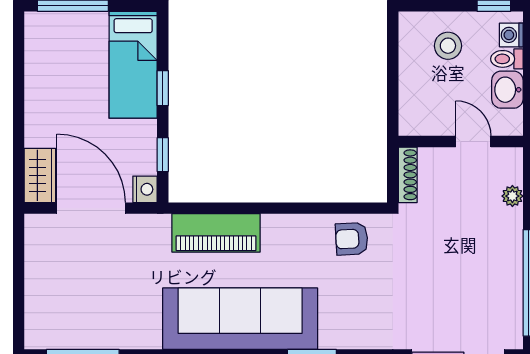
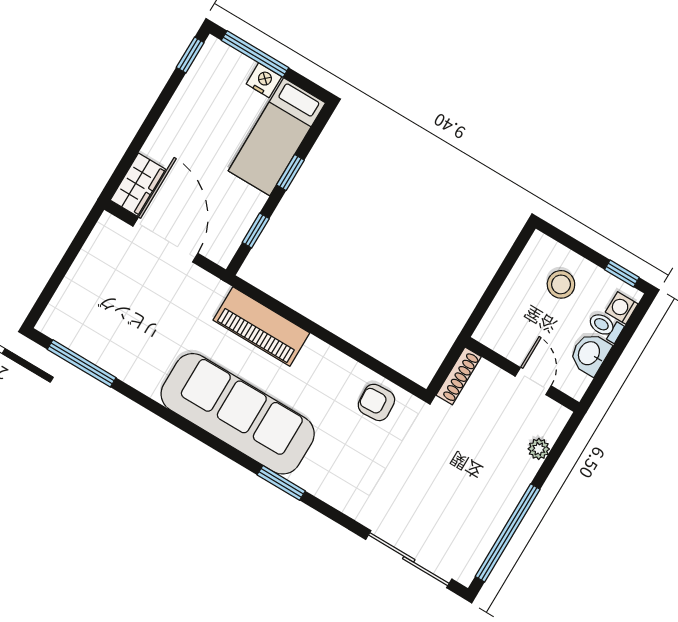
window: (19, 39) -> (190, 55), added
nightstand: (145, 189) -> (264, 80), moved, turned -90

